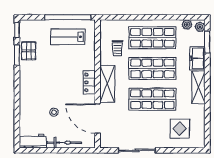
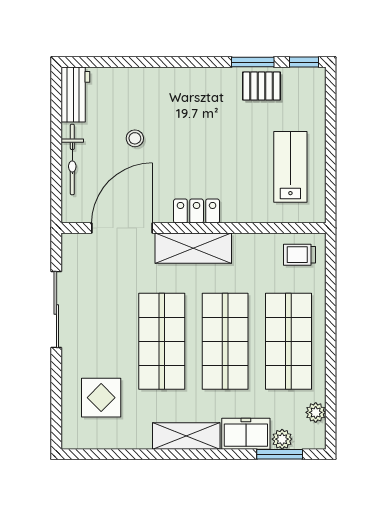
window: (68, 17) -> (331, 167), removed
plant: (200, 27) -> (282, 439), moved
trolley: (118, 48) -> (299, 255), moved

